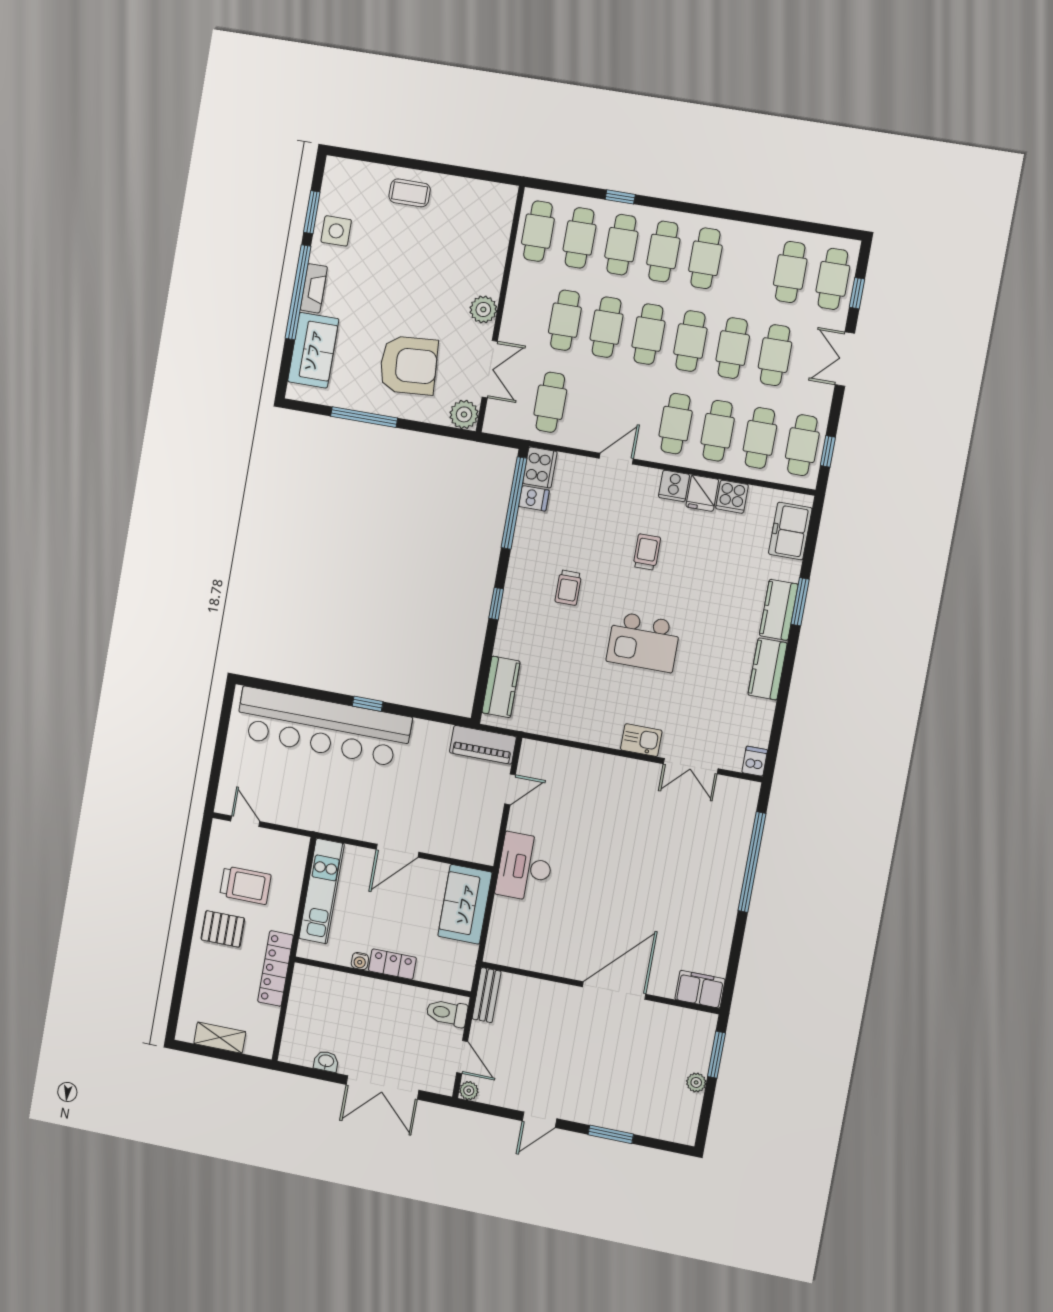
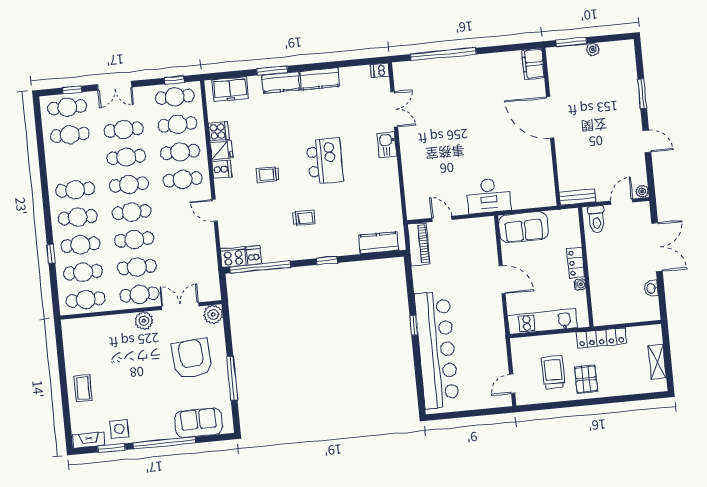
fireplace: (314, 288) -> (89, 440), moved
cafe table: (550, 402) -> (139, 294), moved

